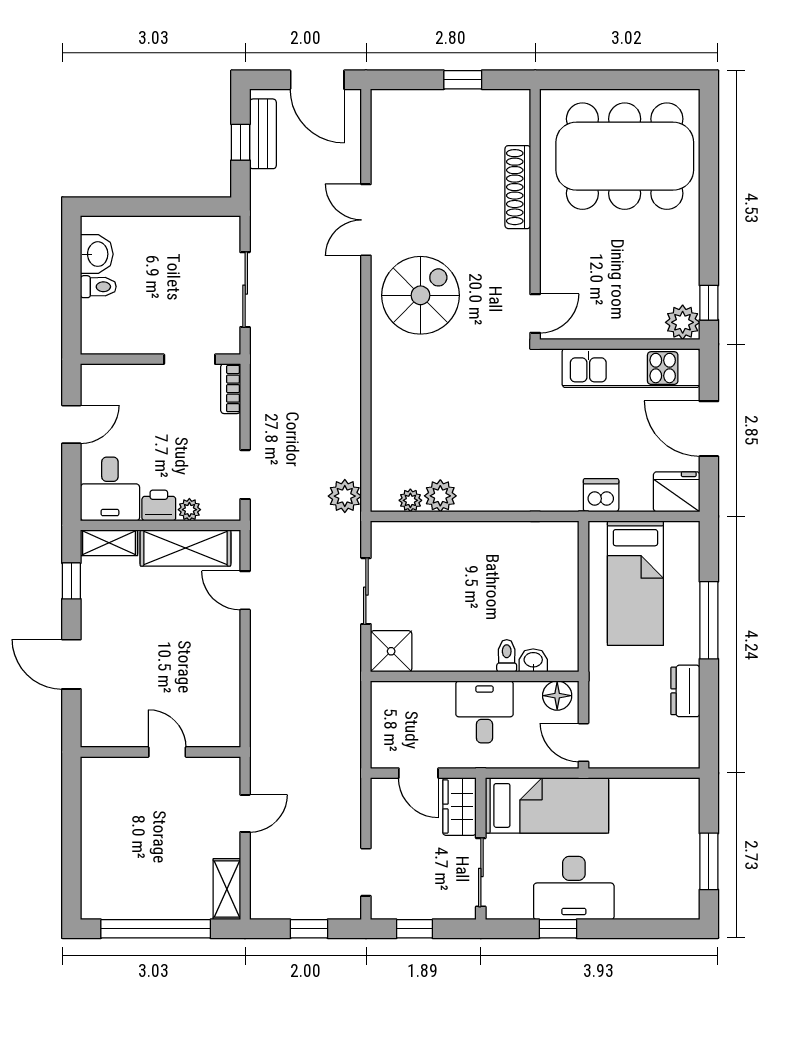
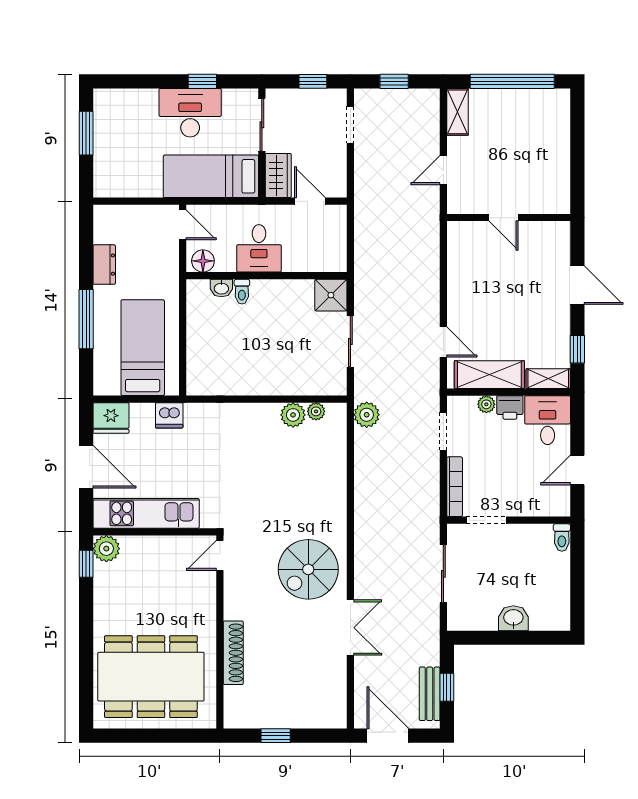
washbasin: (97, 254) -> (513, 618), moved, turned 90
toilet: (98, 287) -> (562, 537), moved, turned -90
bookcase: (231, 389) -> (455, 487), width x1.56

